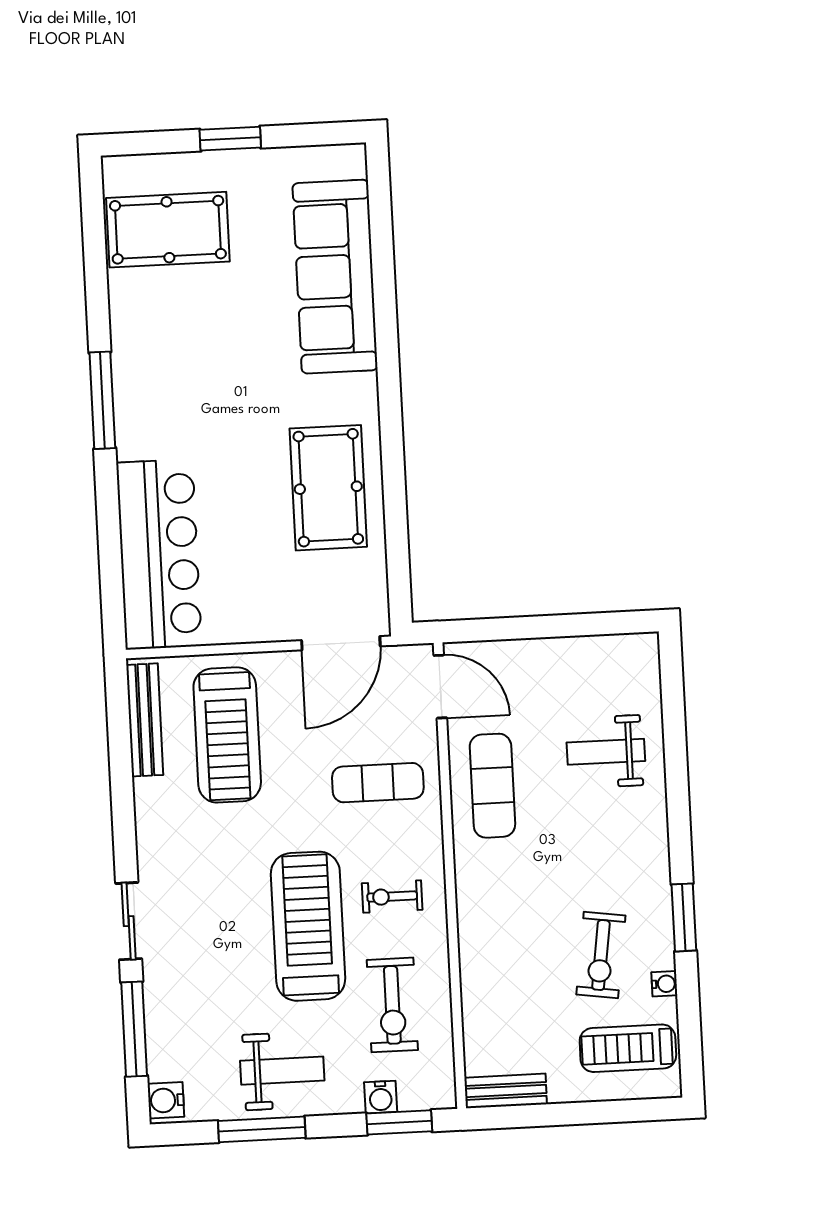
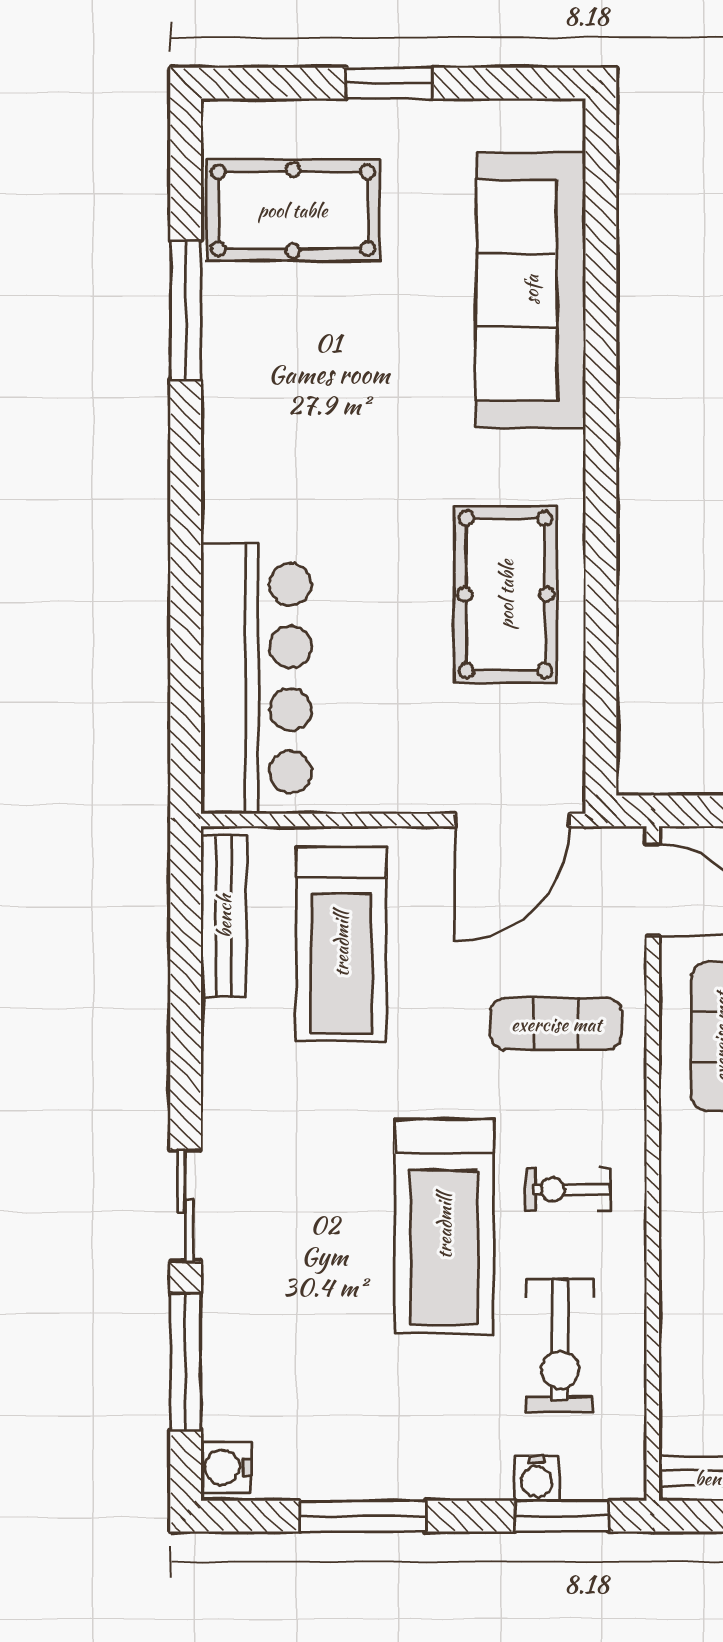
window: (102, 400) -> (186, 310), moved
treadmill: (308, 926) -> (444, 1226), turned 180
weight bench: (282, 1071) -> (396, 1433), removed

